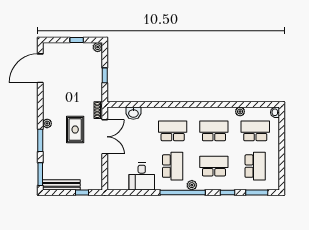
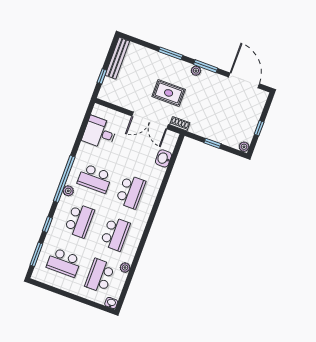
plant: (47, 123) -> (196, 71), moved
school desk: (255, 131) -> (100, 276), turned 180
window: (40, 174) -> (206, 66), moved
desk: (142, 177) -> (100, 133), moved

